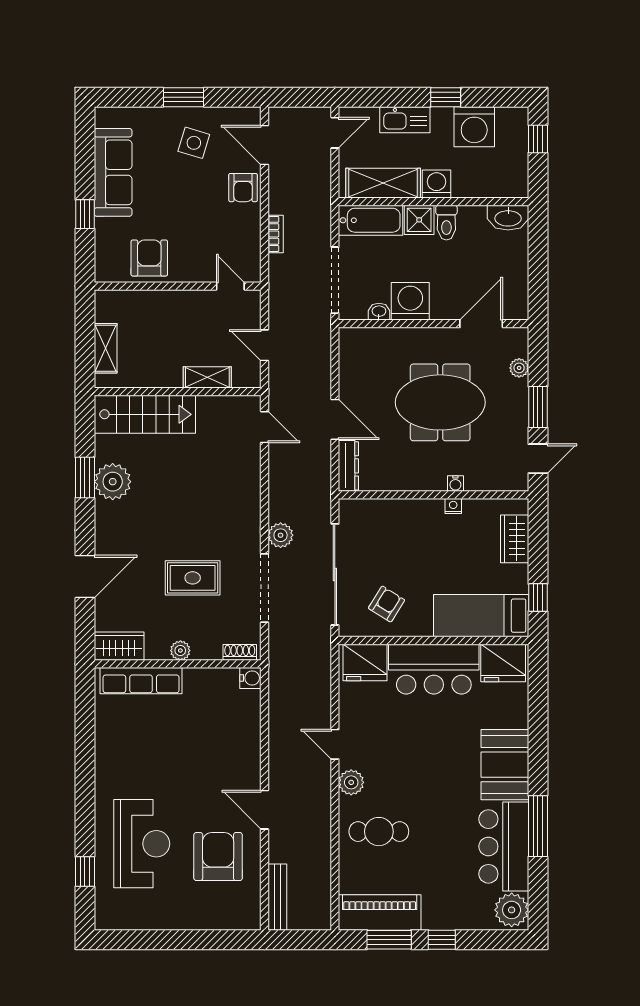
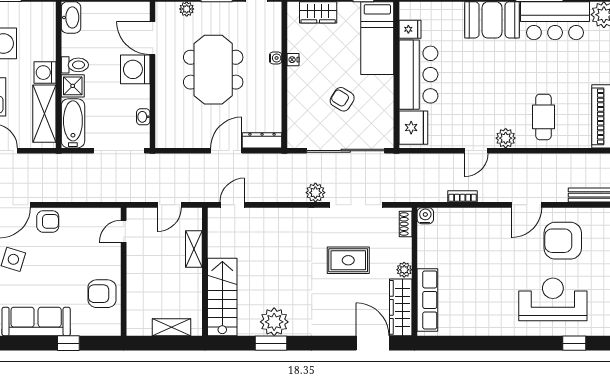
bookcase: (276, 234) -> (463, 196), moved
washing machine: (410, 301) -> (135, 69), moved
door: (85, 577) -> (373, 343), moved
rug: (193, 578) -> (348, 260), turned 90
armchair: (386, 604) -> (342, 99), moved
wardrobe: (119, 646) -> (401, 307), width x1.50
fridge: (503, 663) -> (410, 29), width x0.53, depth x0.75

